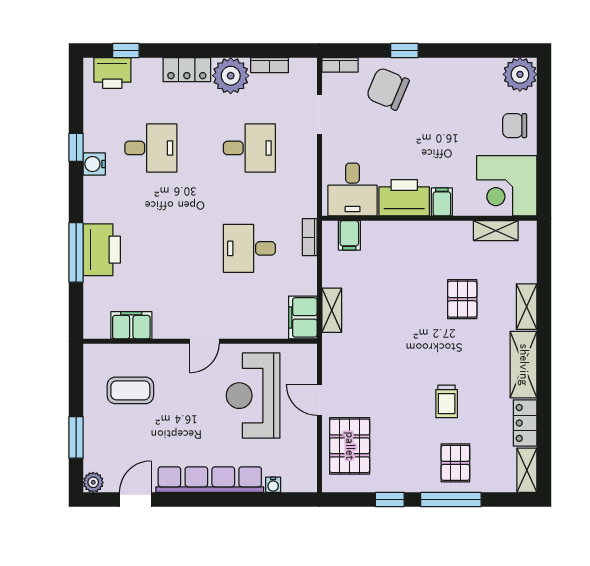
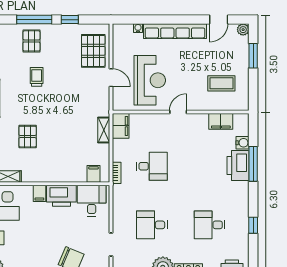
water cooler: (94, 164) -> (243, 143), moved

